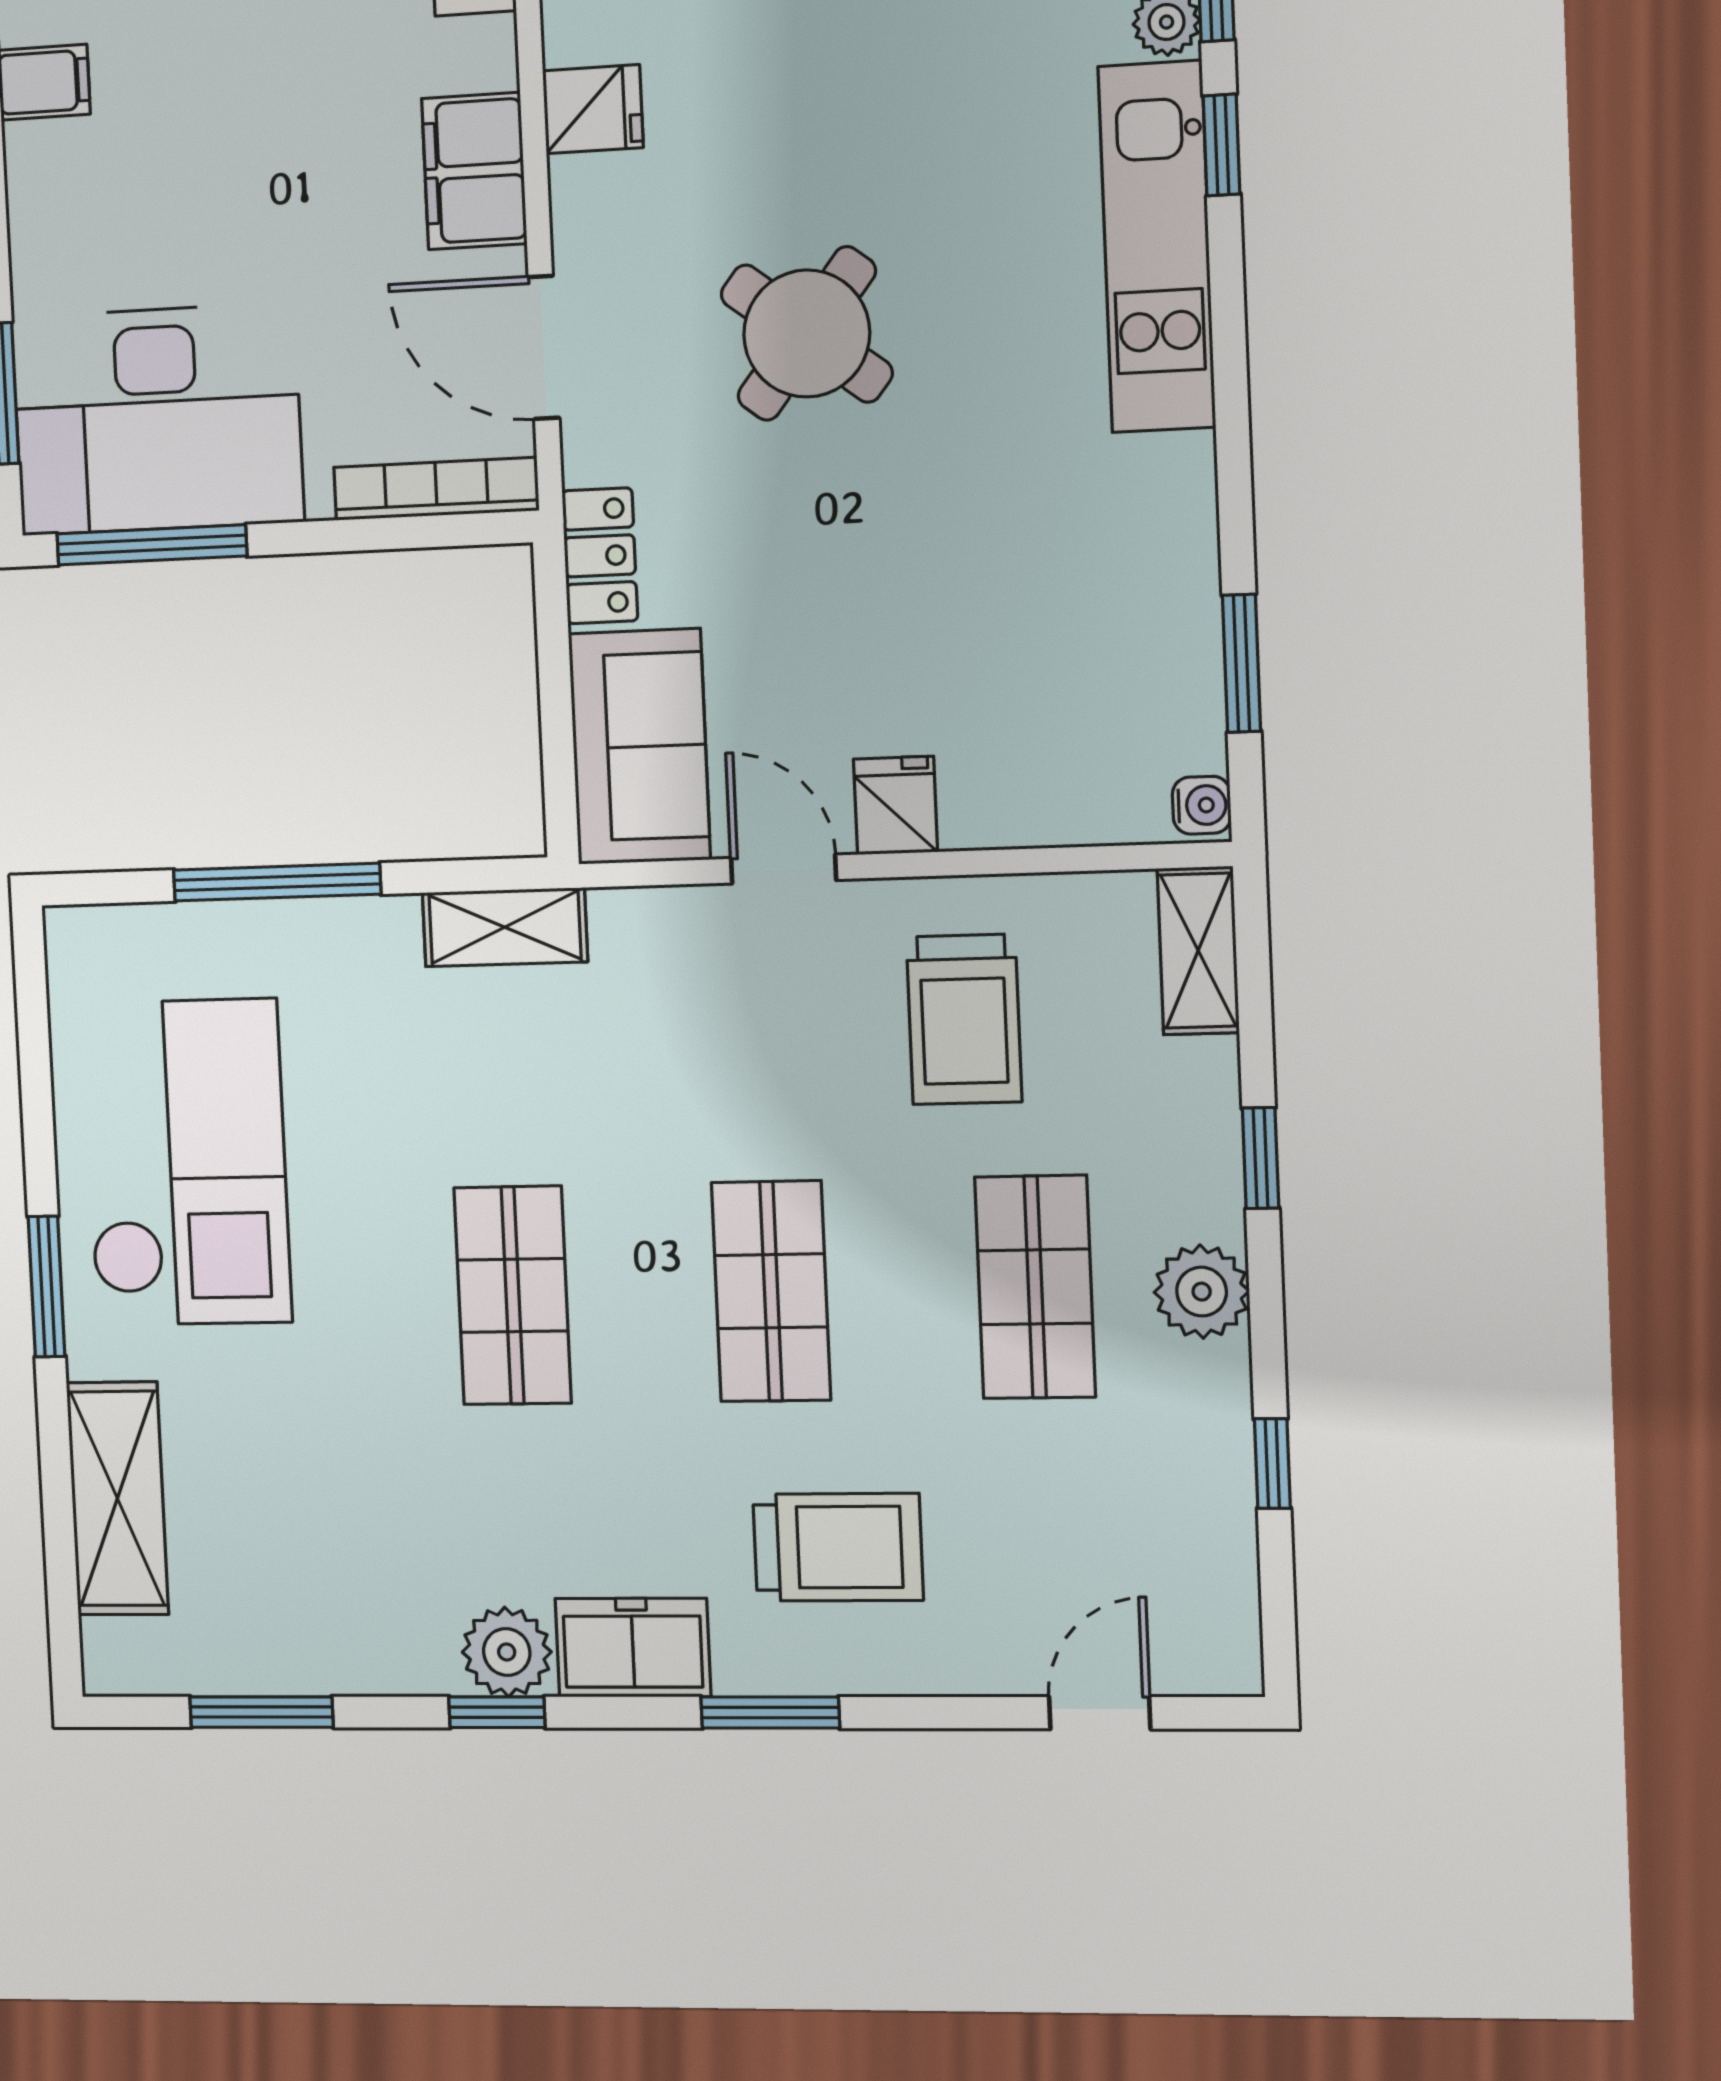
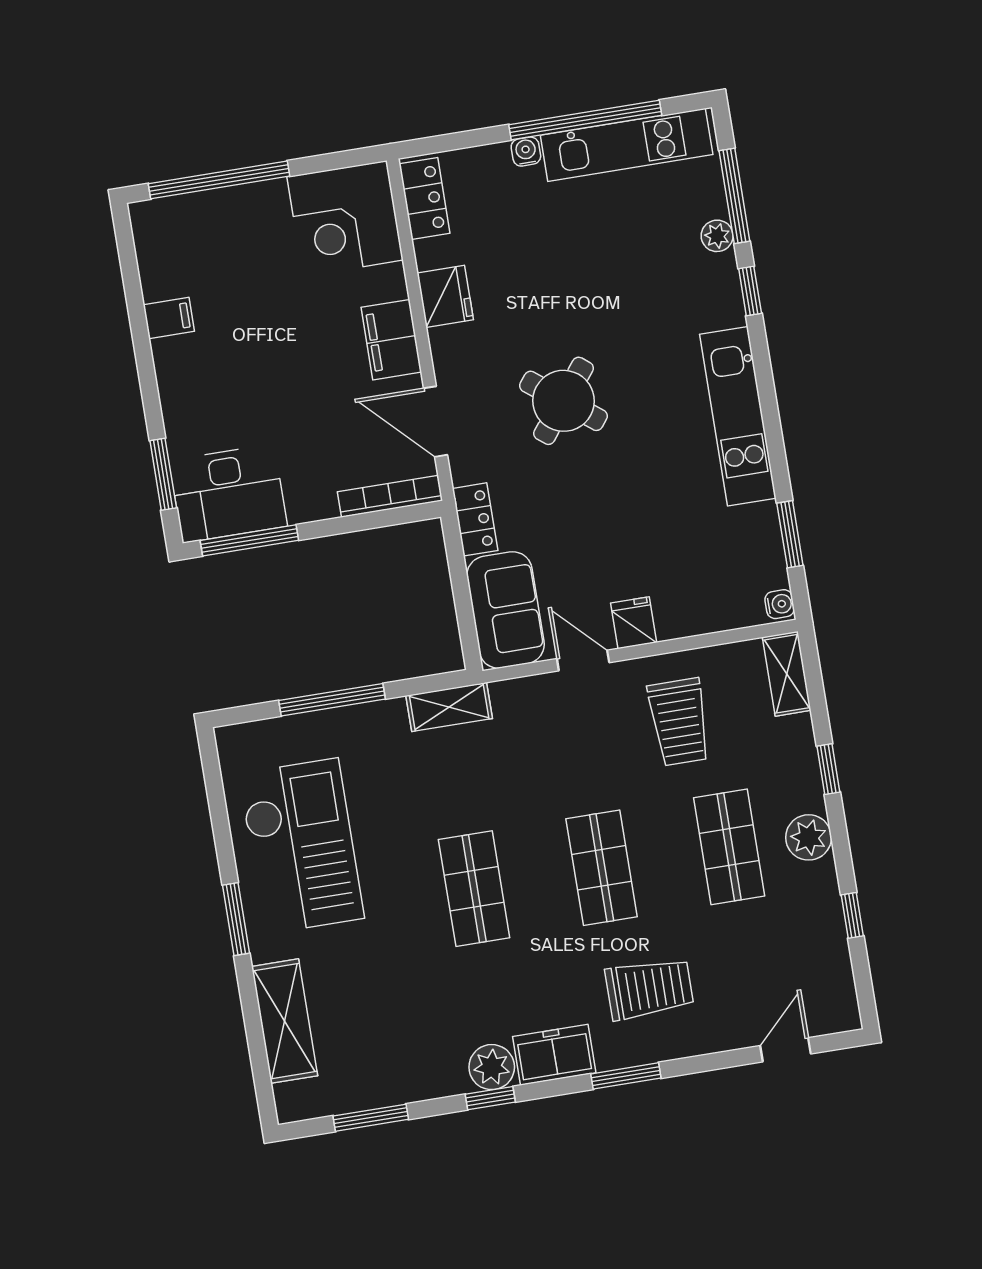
fridge: (593, 109) -> (445, 296), width x1.38
kitchen unit: (1157, 247) -> (738, 416), moved
desk: (157, 419) -> (228, 494), width x0.73, depth x0.77

